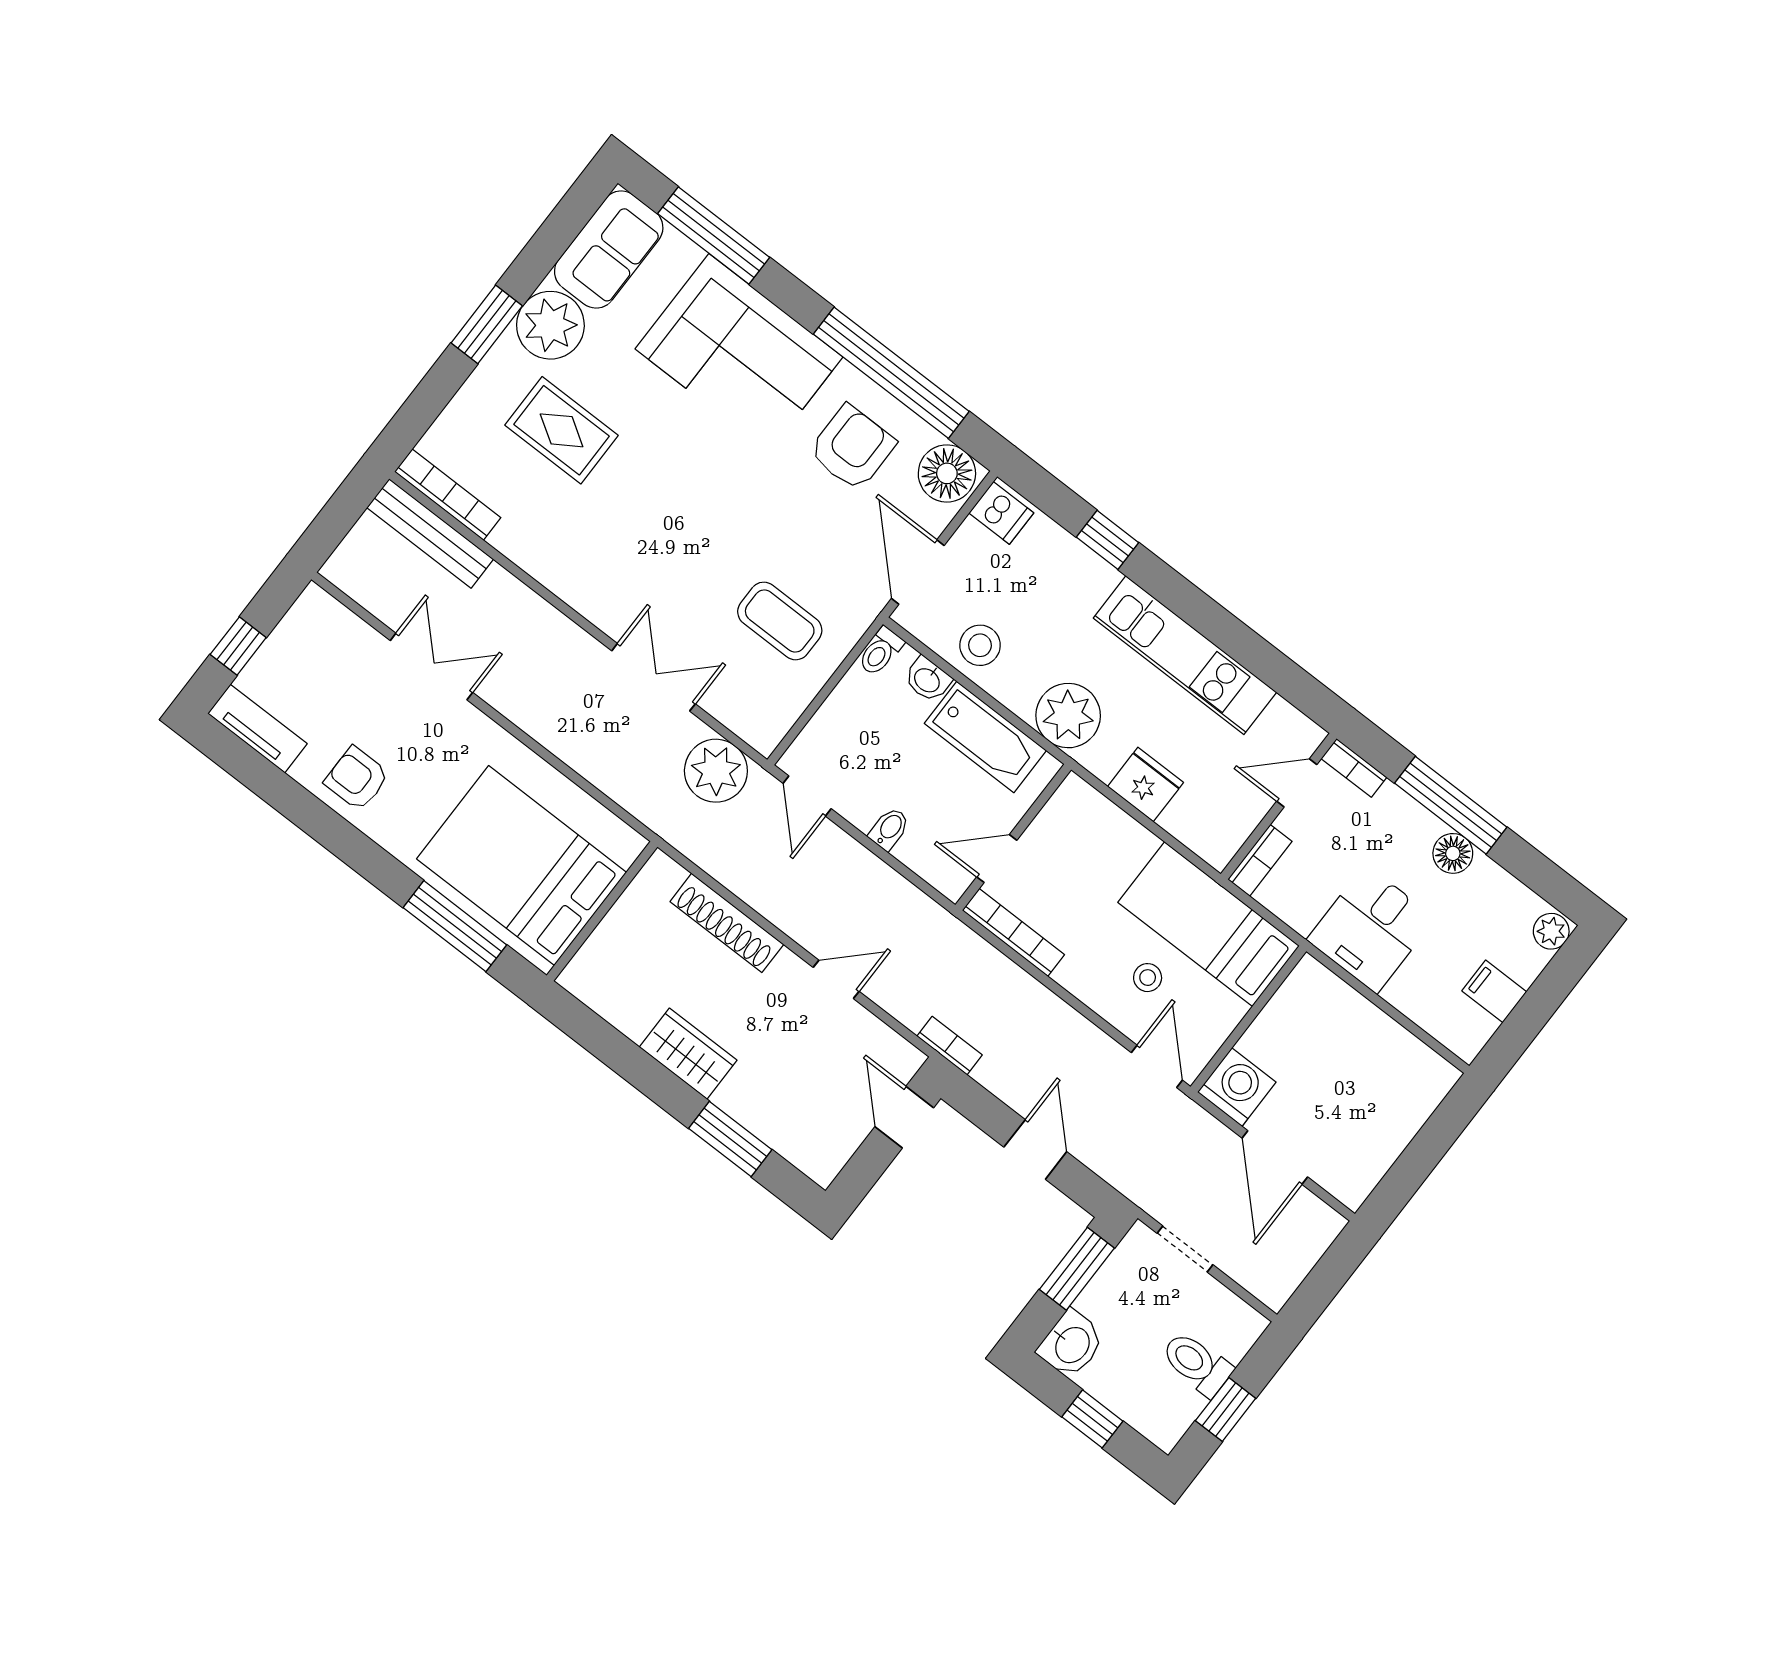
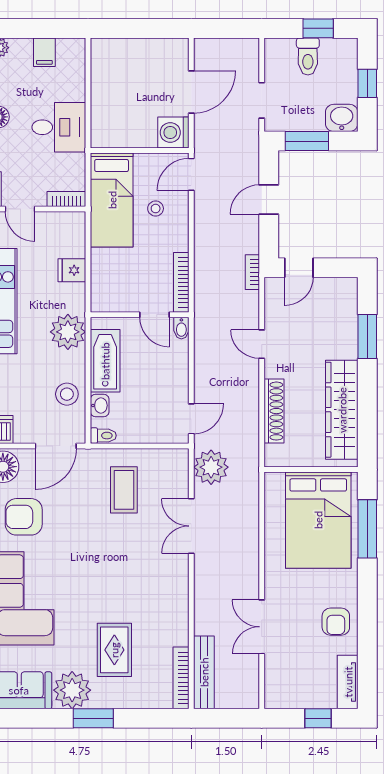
fridge: (1145, 785) -> (72, 270), width x0.72
bidet: (889, 829) -> (181, 328), moved, turned -90
wardrobe: (688, 1054) -> (342, 410), width x2.10, depth x1.17

